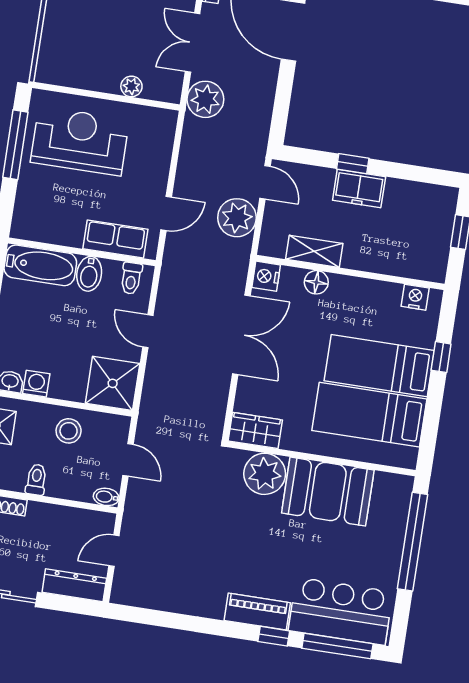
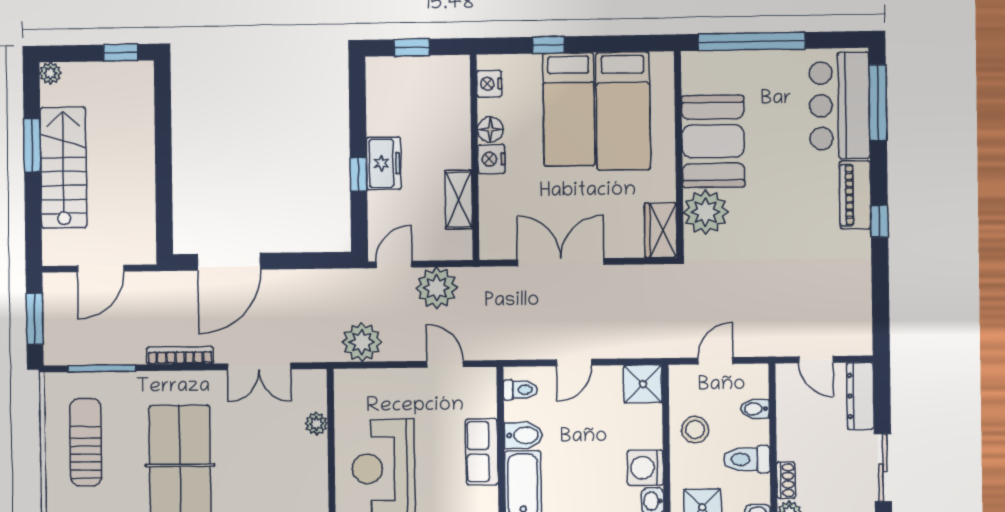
plant: (205, 99) -> (362, 342), moved
row of seats: (115, 239) -> (482, 452), moved
nightstand: (266, 276) -> (491, 159), moved, turned 90
floor lamp: (316, 282) -> (490, 130), moved
shower: (113, 383) -> (643, 384), width x0.73, depth x0.73
washing machine: (36, 384) -> (645, 468), width x1.38, depth x1.38
toilet: (36, 480) -> (747, 459), width x1.37, depth x1.39
bidet: (106, 497) -> (755, 409), moved, turned 90
window: (274, 636) -> (879, 221), moved

